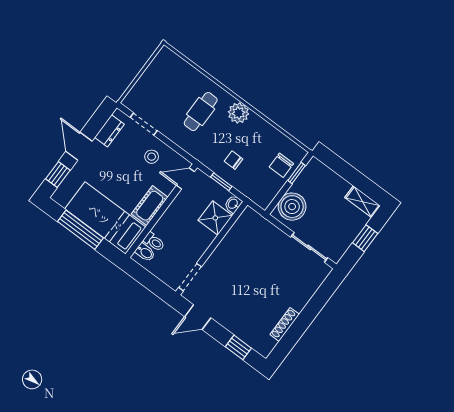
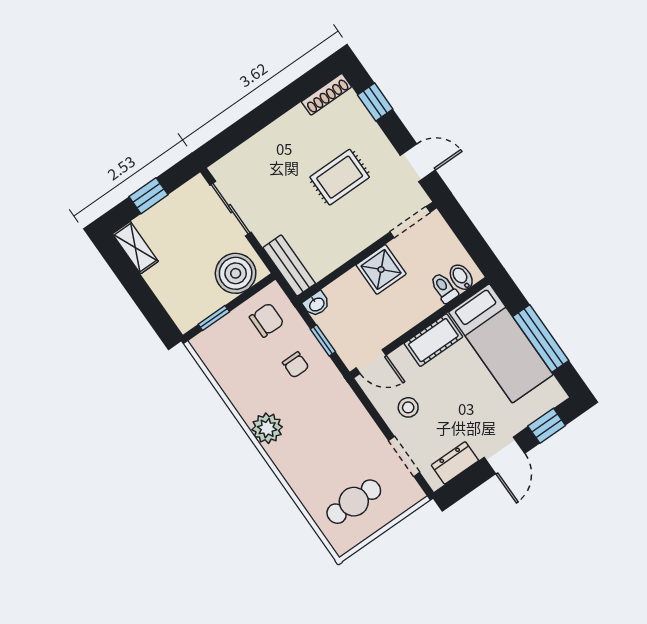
cafe table: (201, 112) -> (354, 502), moved
chair: (281, 165) -> (267, 320), moved
shower: (215, 218) -> (381, 269), moved
bench: (259, 223) -> (289, 266), added
rug: (245, 291) -> (340, 177), added
shoe rack: (285, 324) -> (326, 94), moved

